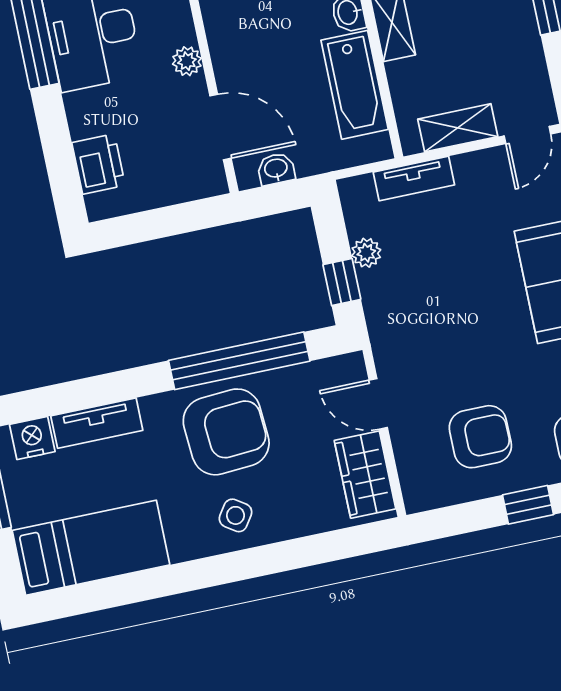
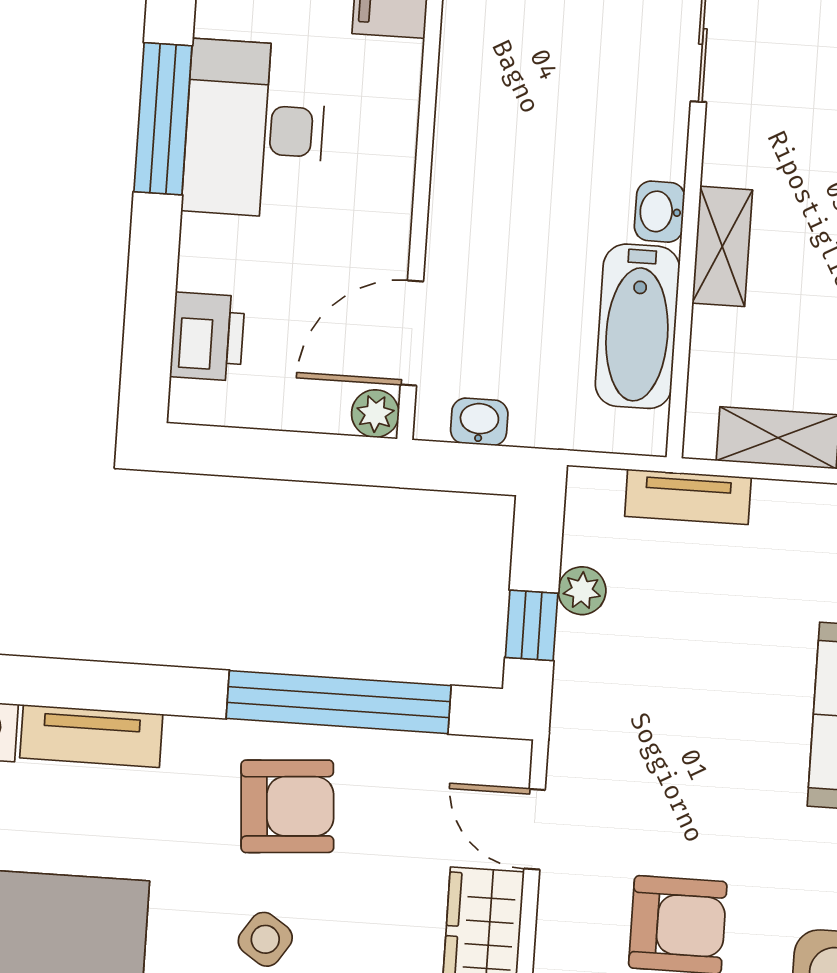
plant: (187, 61) -> (375, 414), moved
door: (221, 127) -> (412, 333), swing flipped
armchair: (226, 432) -> (287, 806), width x0.73, depth x0.73

